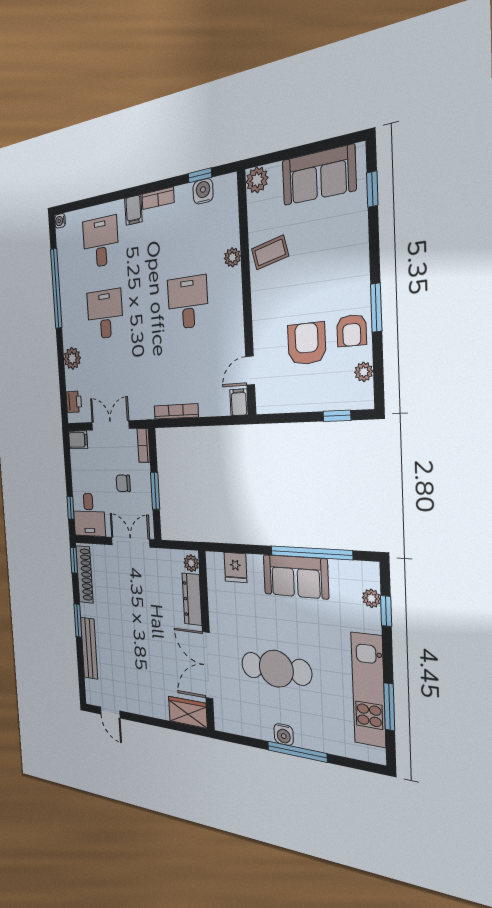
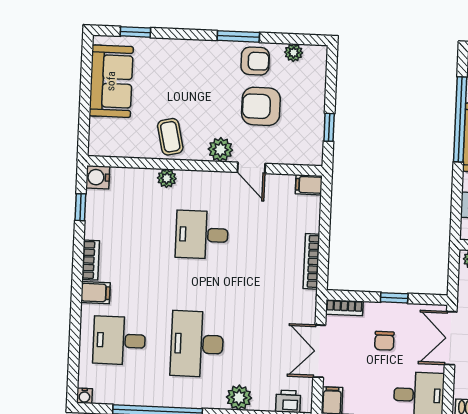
plant: (257, 180) -> (220, 150), moved
water cooler: (203, 191) -> (98, 177), moved
desk: (105, 314) -> (197, 344), width x1.37
door: (250, 371) -> (251, 168), moved
window: (337, 416) -> (329, 127), moved
window: (155, 491) -> (394, 298), width x0.67

